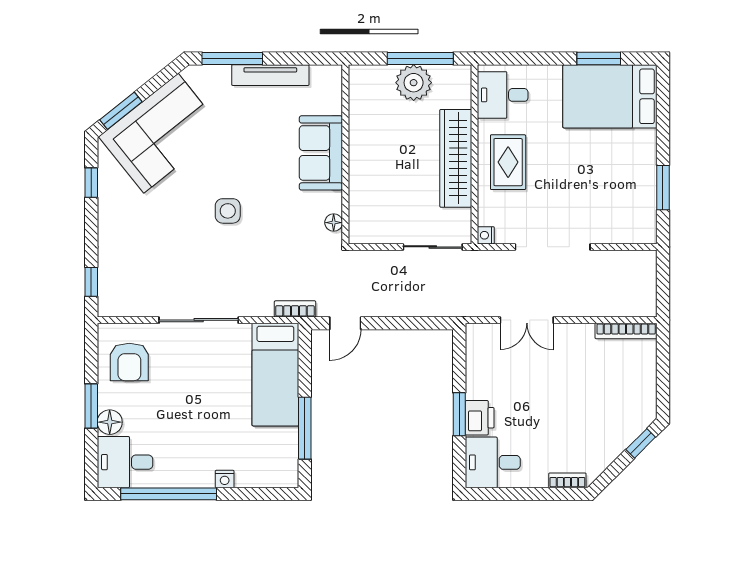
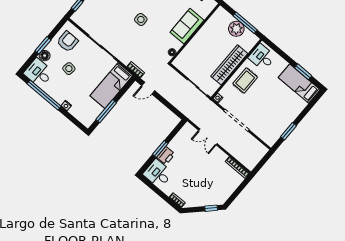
bed: (610, 96) -> (299, 84), width x0.67
armchair: (129, 362) -> (67, 41), turned 180
side table: (173, 408) -> (69, 69), added

